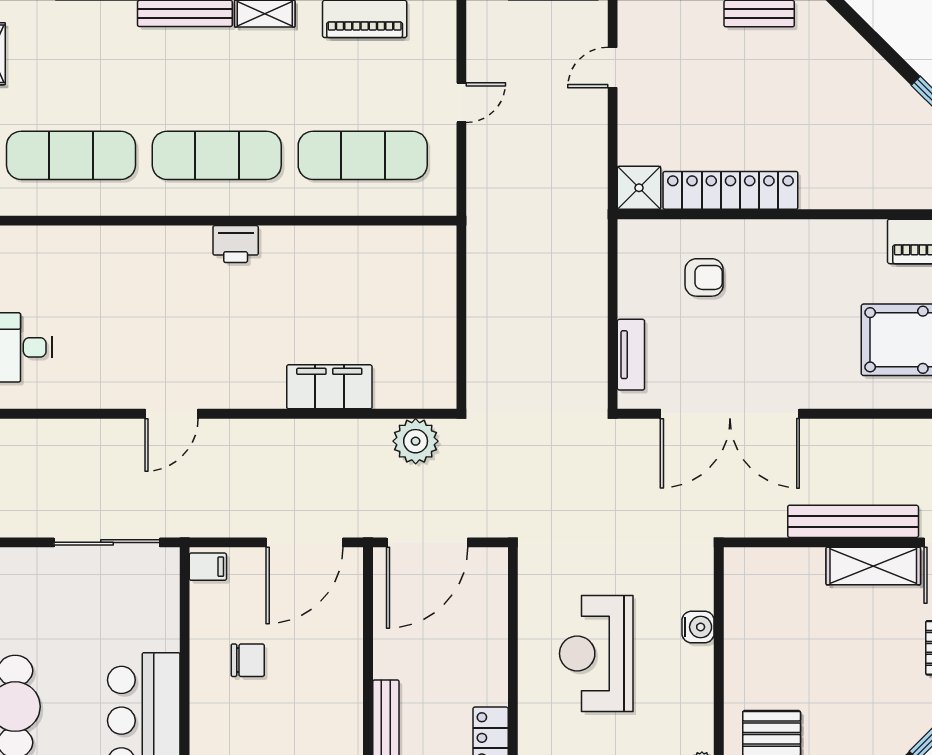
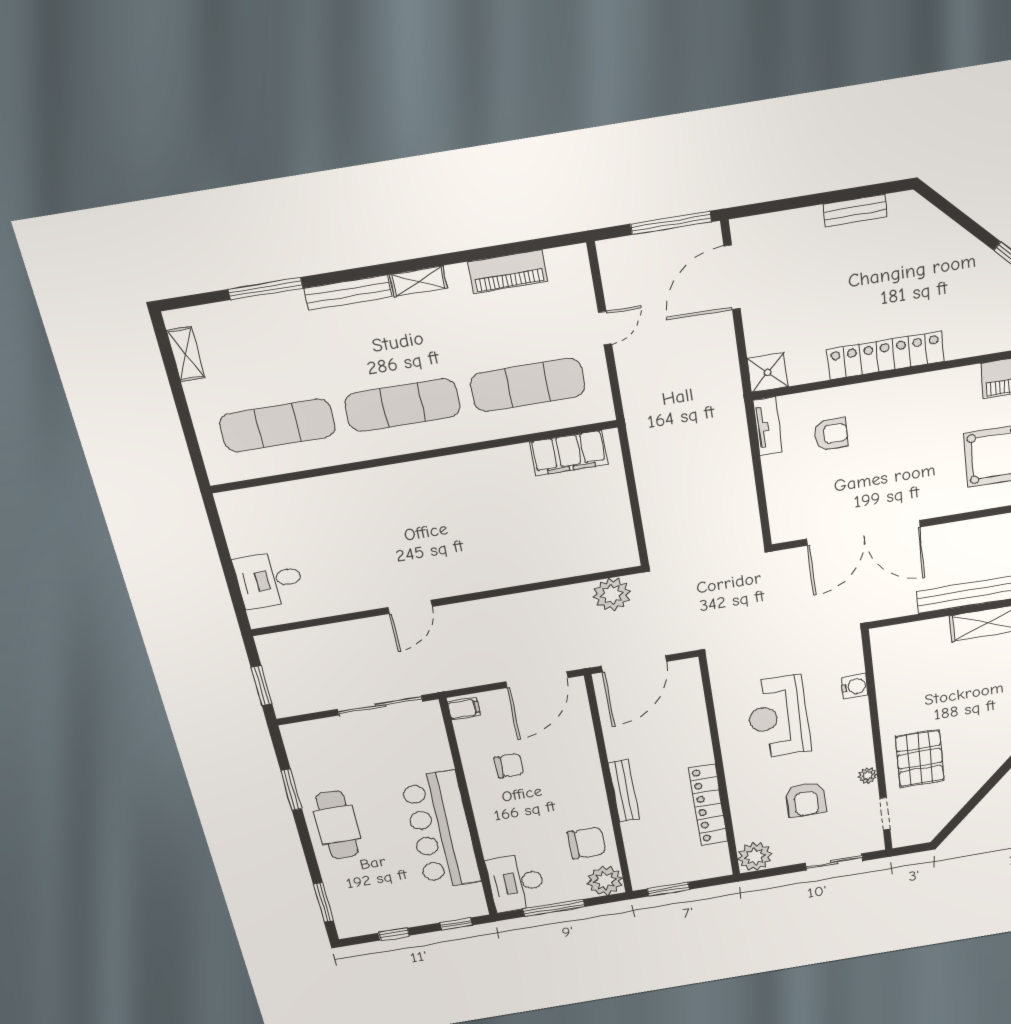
door: (613, 67) -> (732, 277), width x1.88
locker: (730, 190) -> (885, 355), moved
printer: (236, 244) -> (434, 472), removed
tv unit: (631, 355) -> (768, 426), moved
filing cabinet: (329, 387) -> (569, 453), moved, turned 180

